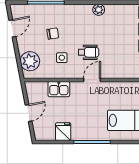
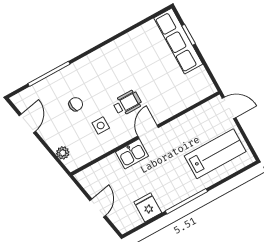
plant: (99, 10) -> (112, 49), removed
plant: (30, 61) -> (63, 153), width x0.53, depth x0.53
kitchen sink: (59, 89) -> (132, 154), moved

